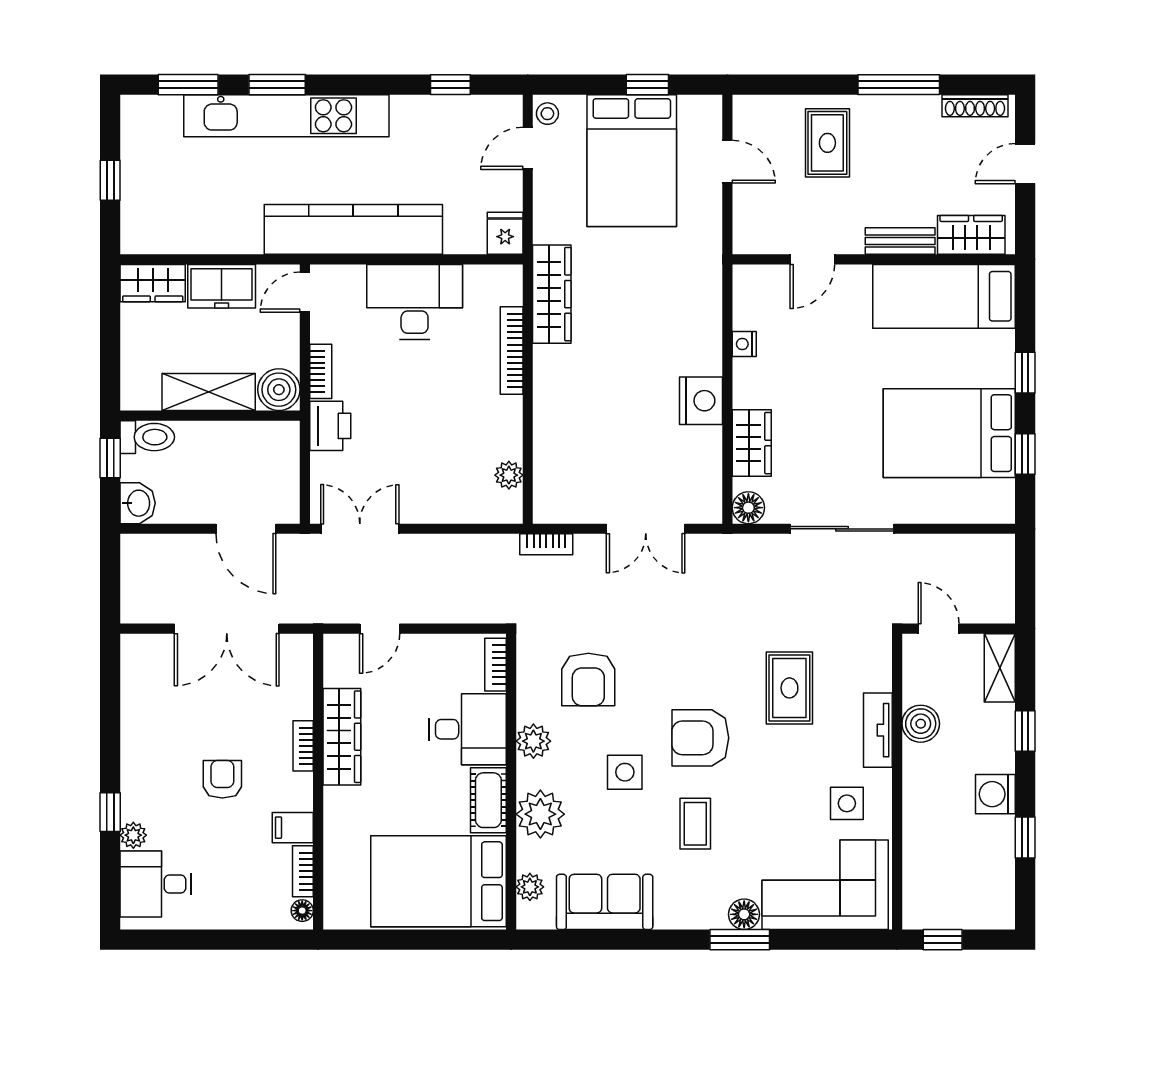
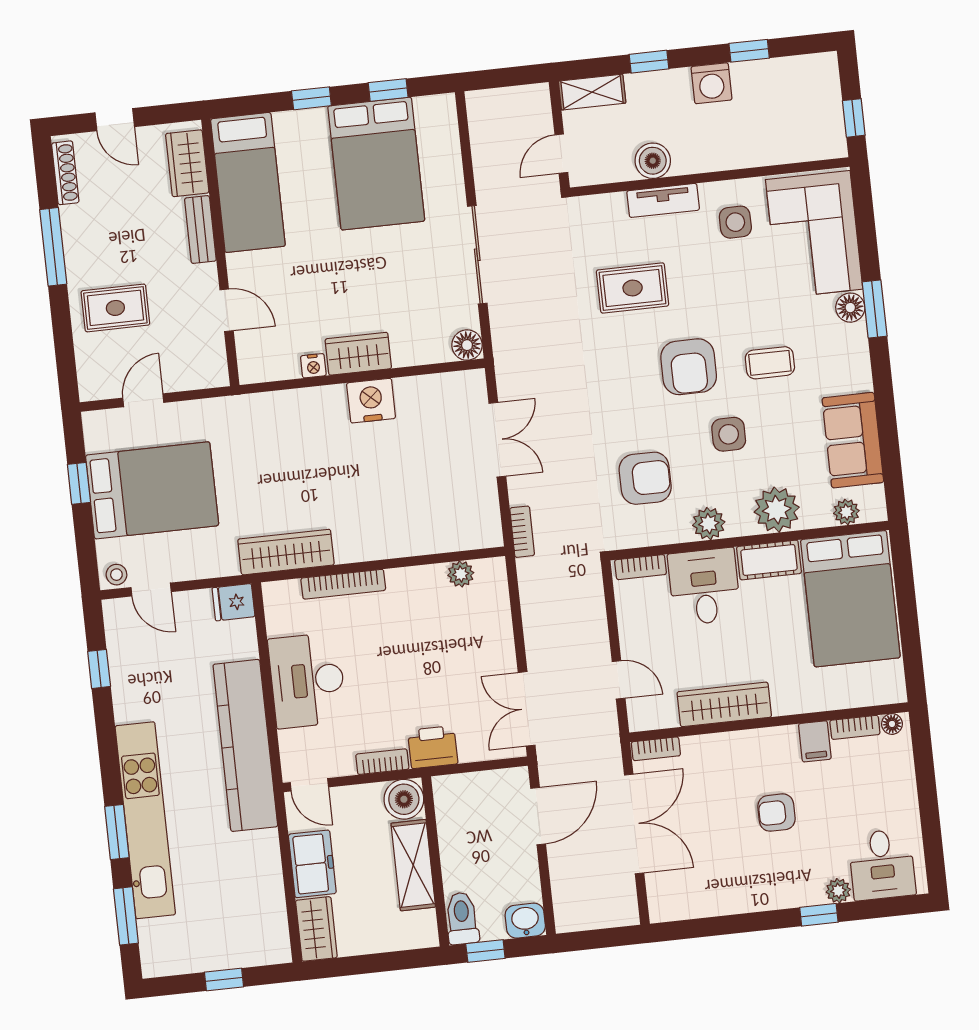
wardrobe: (752, 443) -> (358, 354), moved
bookcase: (303, 746) -> (656, 749), moved

